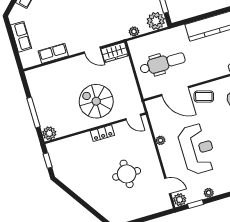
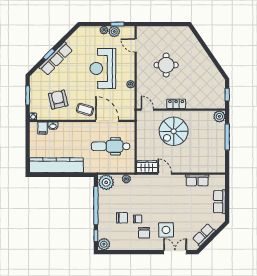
spiral stairs: (96, 101) -> (174, 131), turned 90
plant: (180, 200) -> (114, 31), moved

